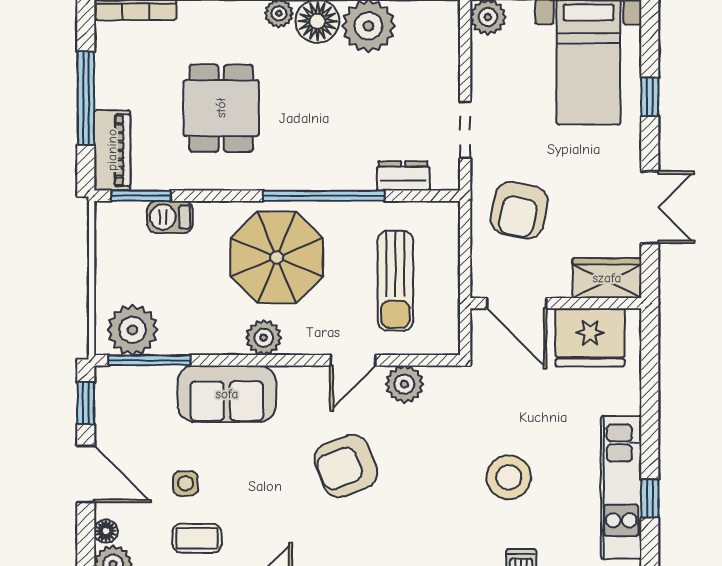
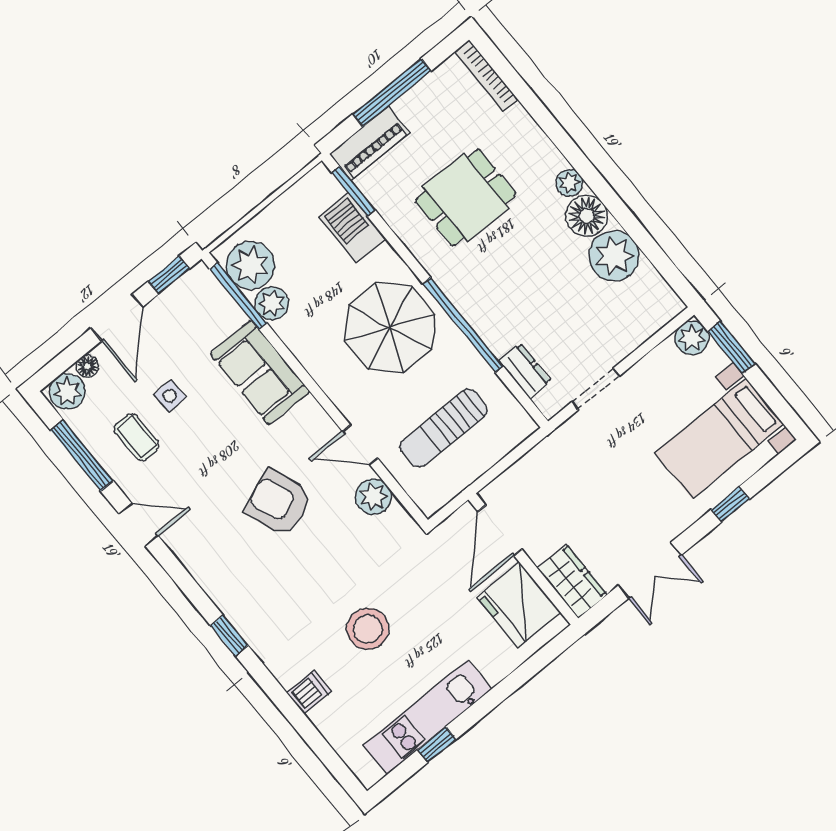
armchair: (519, 210) -> (569, 477), removed
barbecue: (170, 217) -> (352, 228), width x1.38, depth x1.27
plant: (264, 338) -> (272, 303), moved

